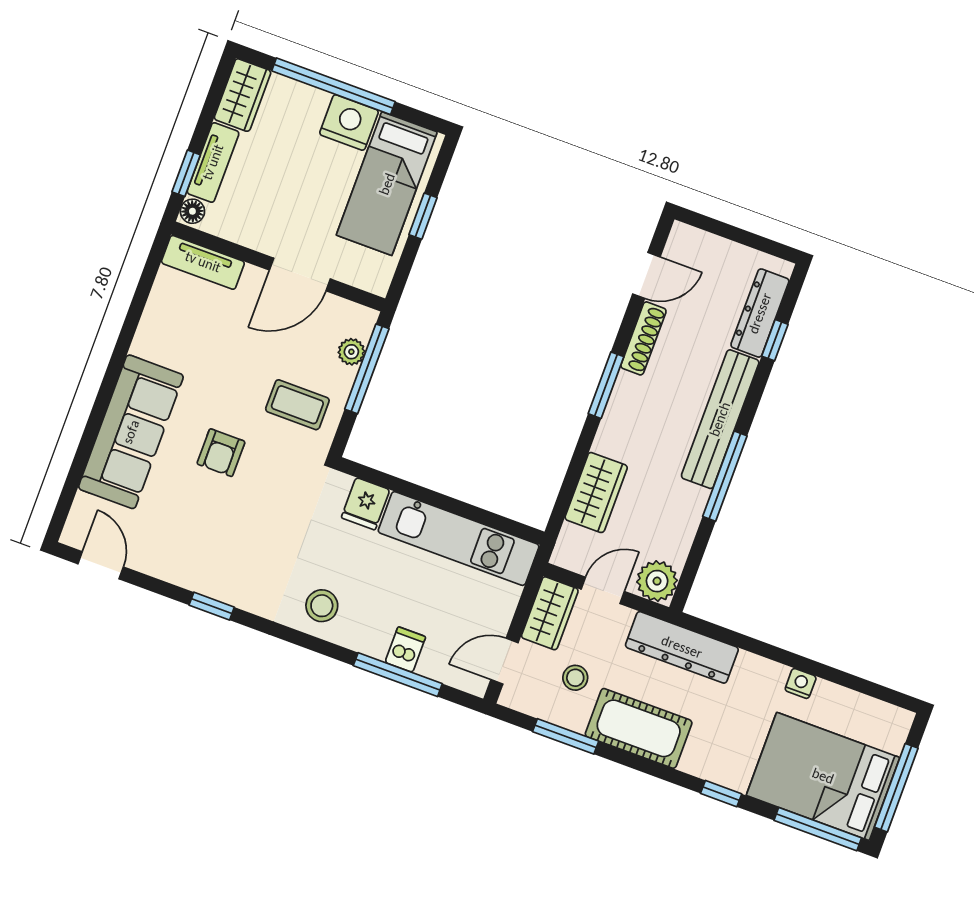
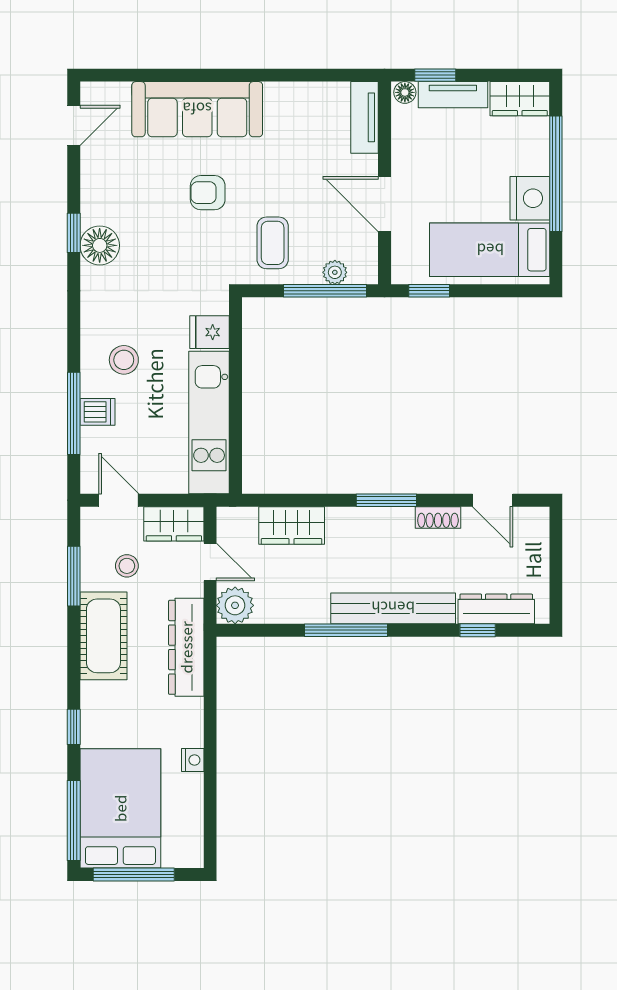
window: (423, 216) -> (429, 291), moved
shoe rack: (643, 338) -> (438, 517), width x0.70
floor lamp: (234, 584) -> (100, 245), added
stool: (322, 606) -> (124, 360), moved

